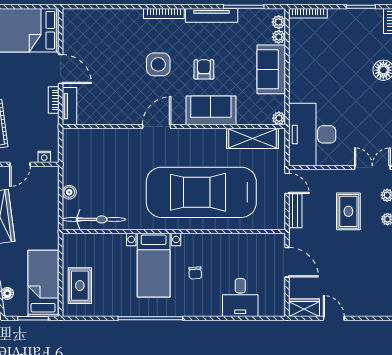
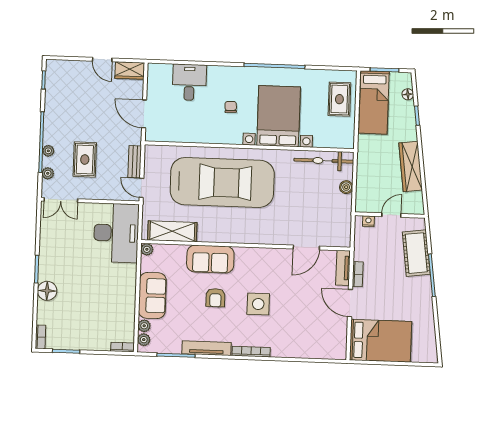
bookcase: (308, 13) -> (122, 347), width x0.64
door: (157, 126) -> (306, 247), moved
bed with nightstands: (154, 265) -> (279, 116), width x1.36

